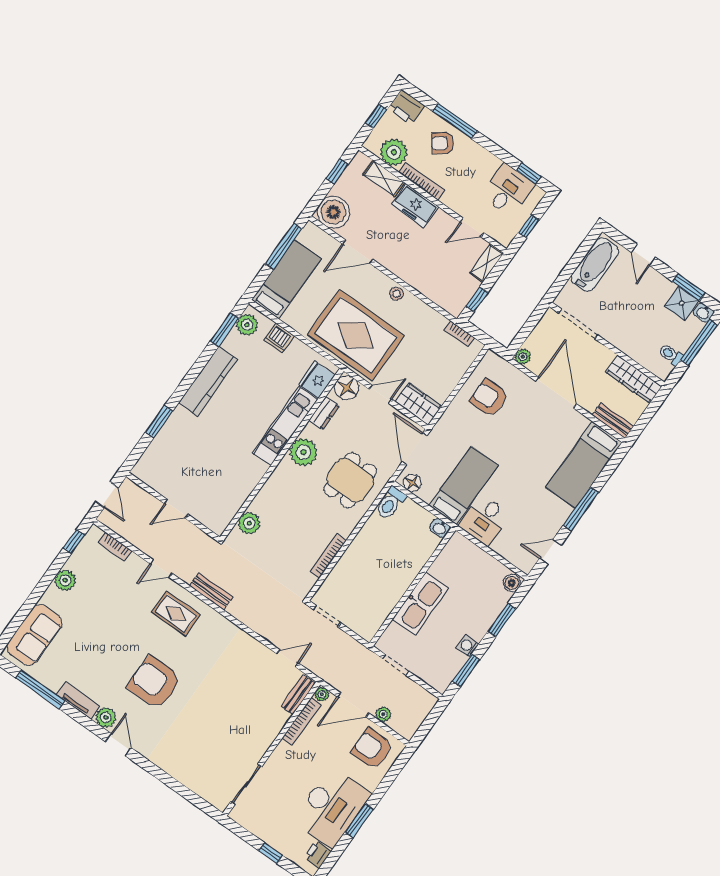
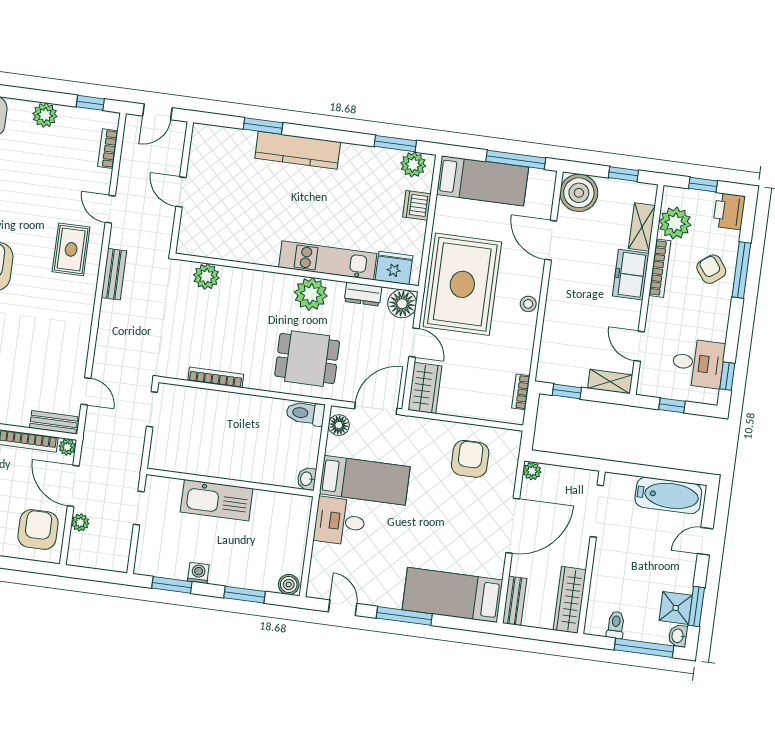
kitchen counter: (208, 381) -> (298, 150), moved

